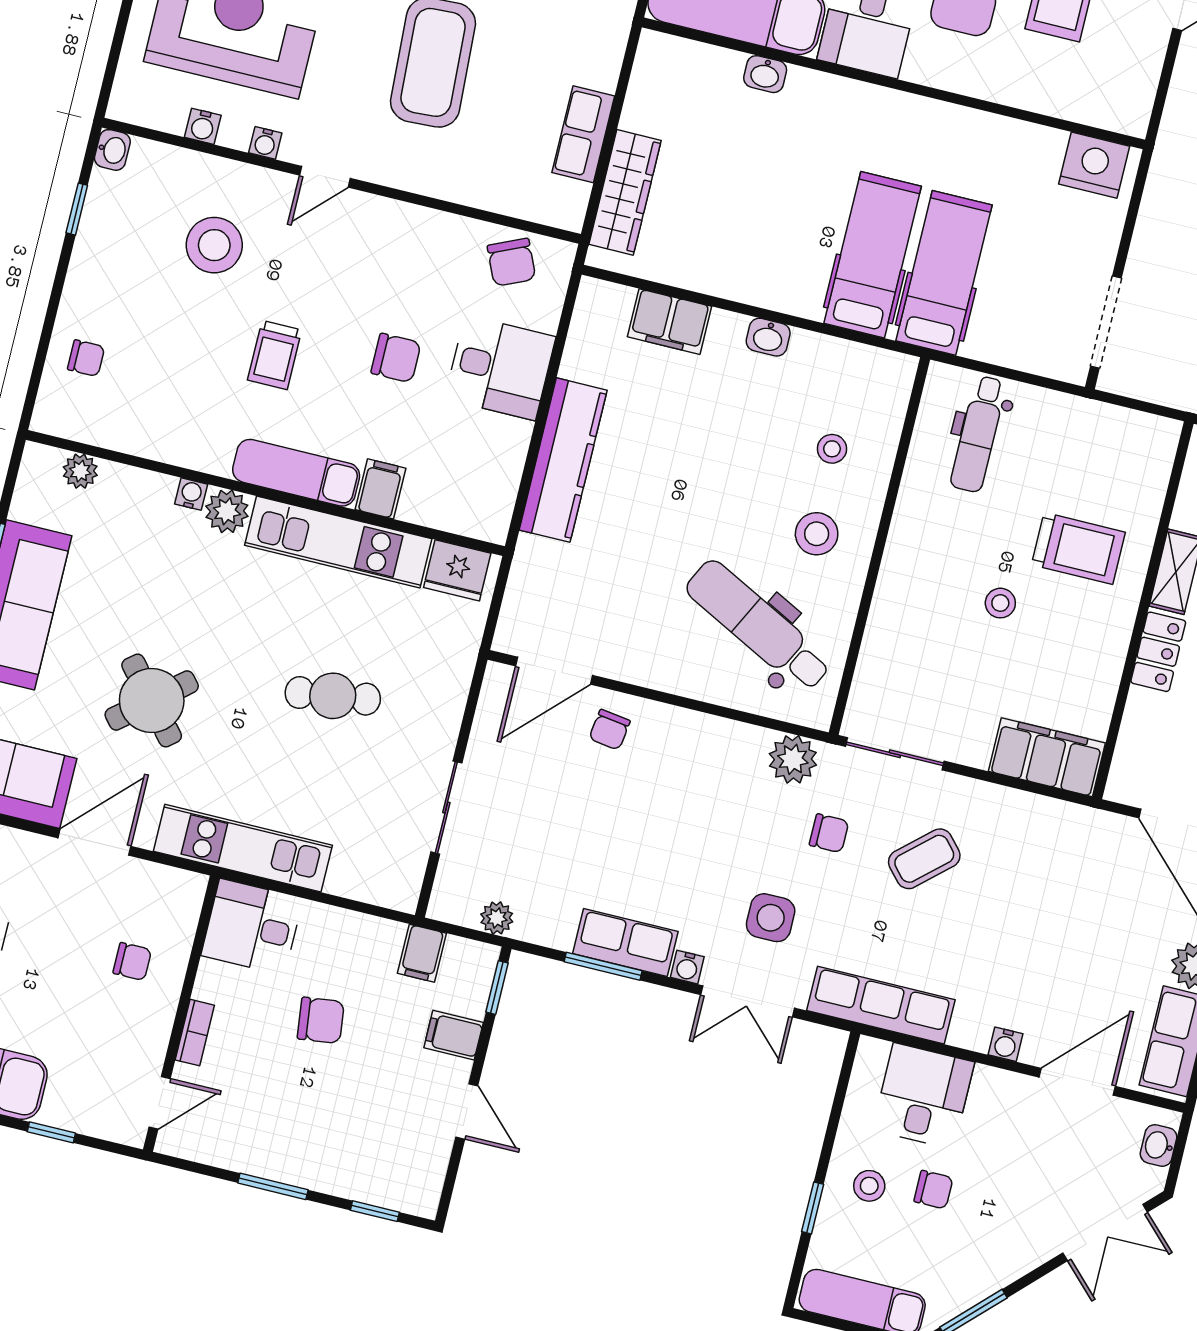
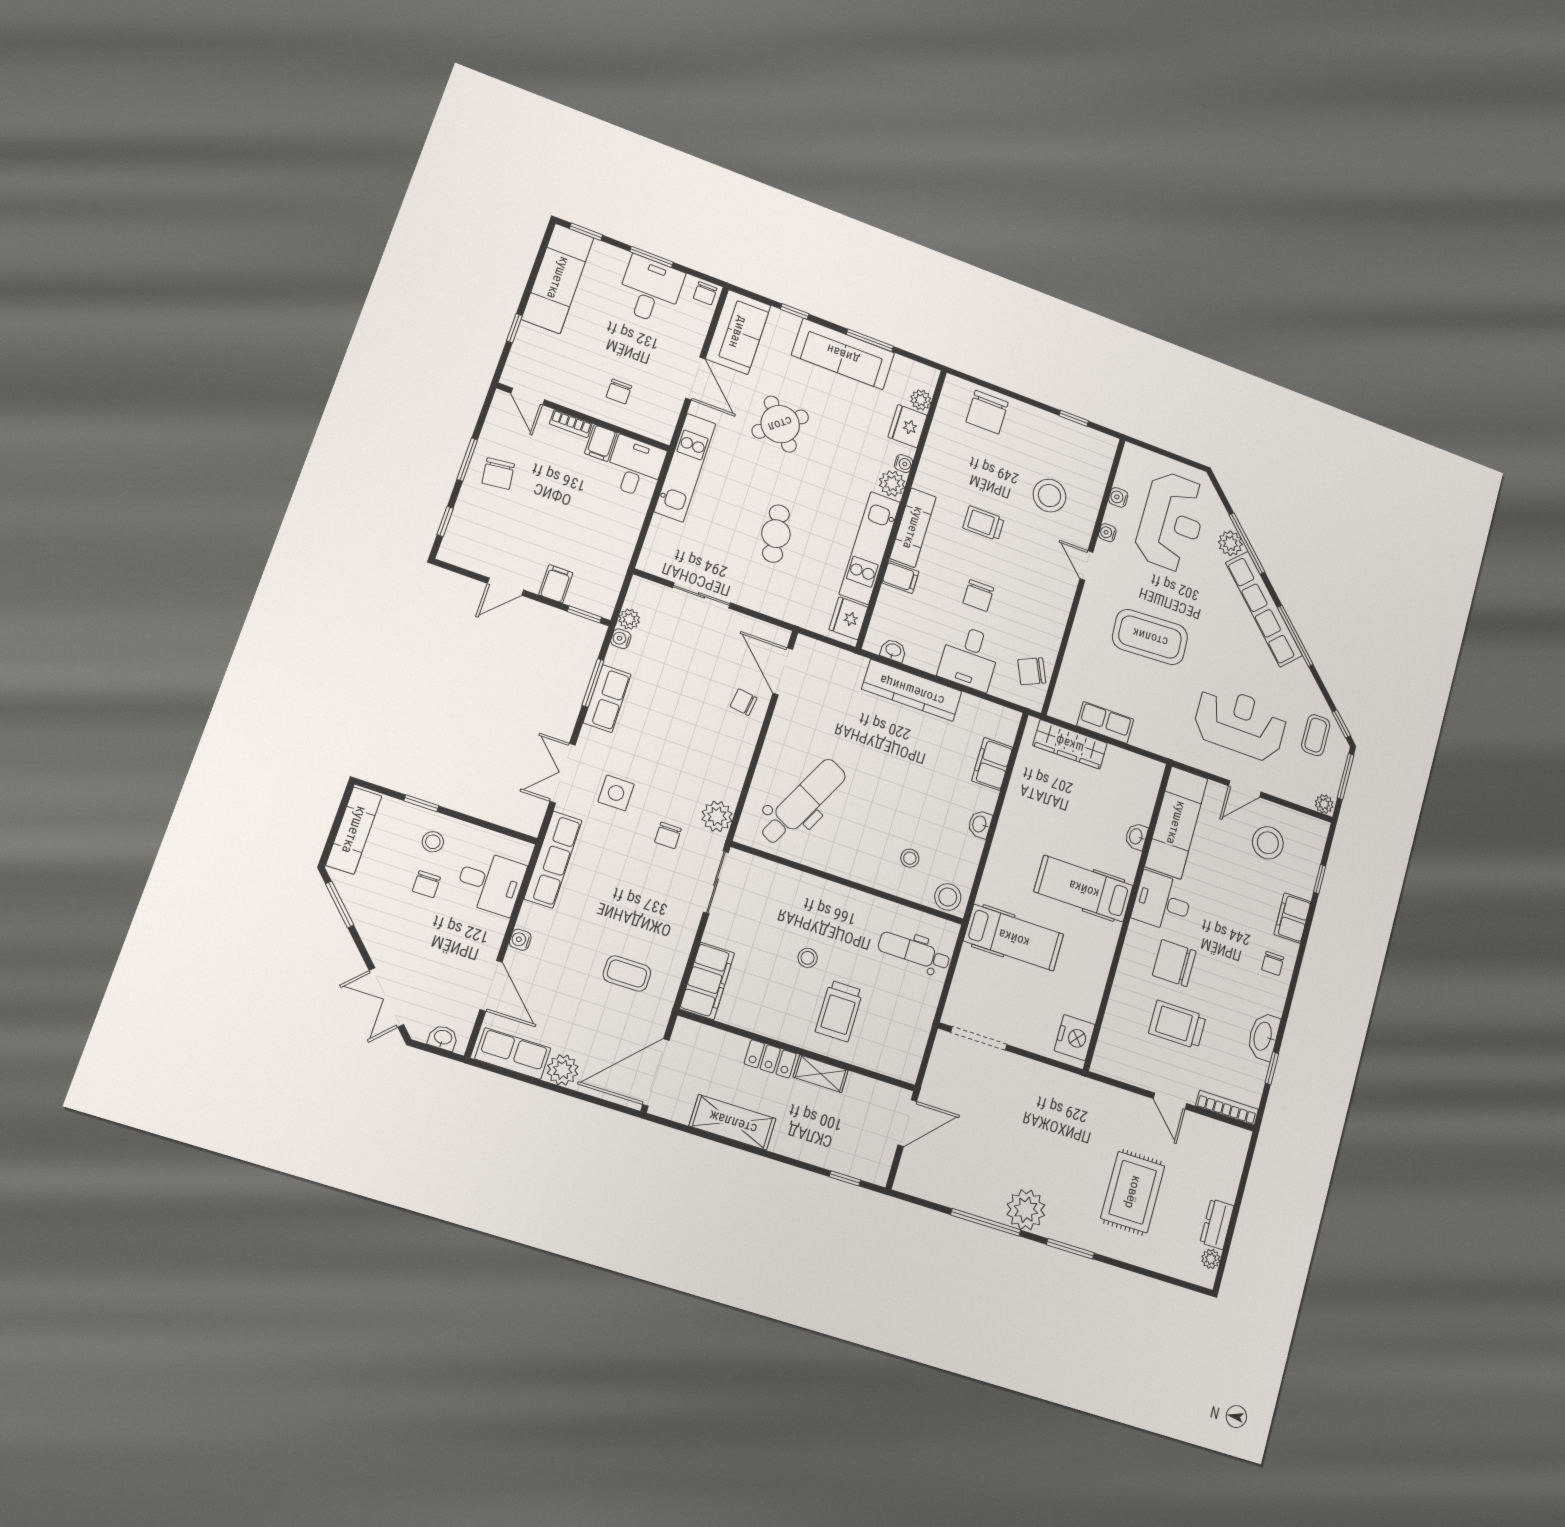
washbasin: (112, 150) -> (893, 650), moved, turned 180
hospital bed: (873, 255) -> (1084, 889), moved, turned 180
chair: (86, 358) -> (987, 412), width x1.87, depth x1.87
fridge: (128, 491) -> (908, 426), added
stool: (817, 534) -> (948, 897), moved
coffee table: (924, 859) -> (627, 974), moved, turned -48
filing cabinet: (422, 953) -> (601, 443), moved, turned -90
water cooler: (687, 967) -> (621, 639), moved
chair: (321, 1020) -> (498, 474), moved

